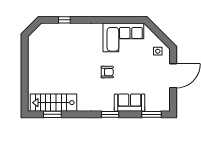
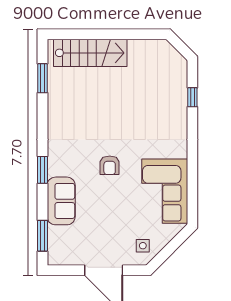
stairs: (53, 103) -> (90, 53), moved, turned 90

